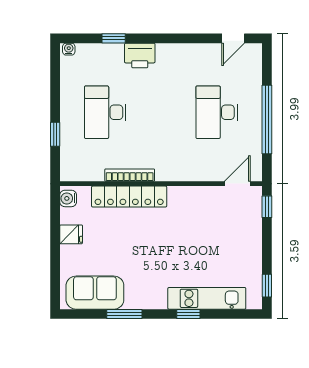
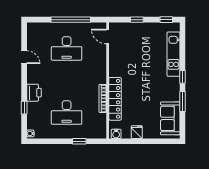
door: (233, 38) -> (24, 57), moved
window: (267, 207) -> (137, 20), moved
window: (188, 314) -> (183, 77), moved

